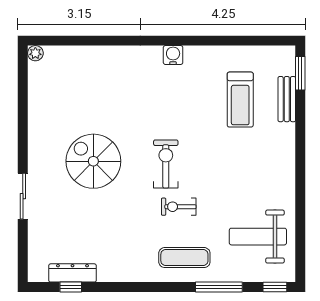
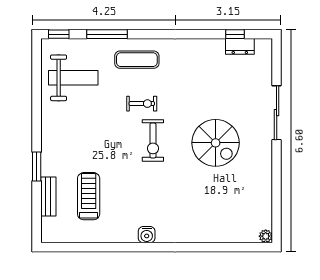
window: (300, 73) -> (37, 167), moved
sliding door: (23, 196) -> (277, 113), width x1.37
dresser: (72, 273) -> (240, 46), width x0.70

